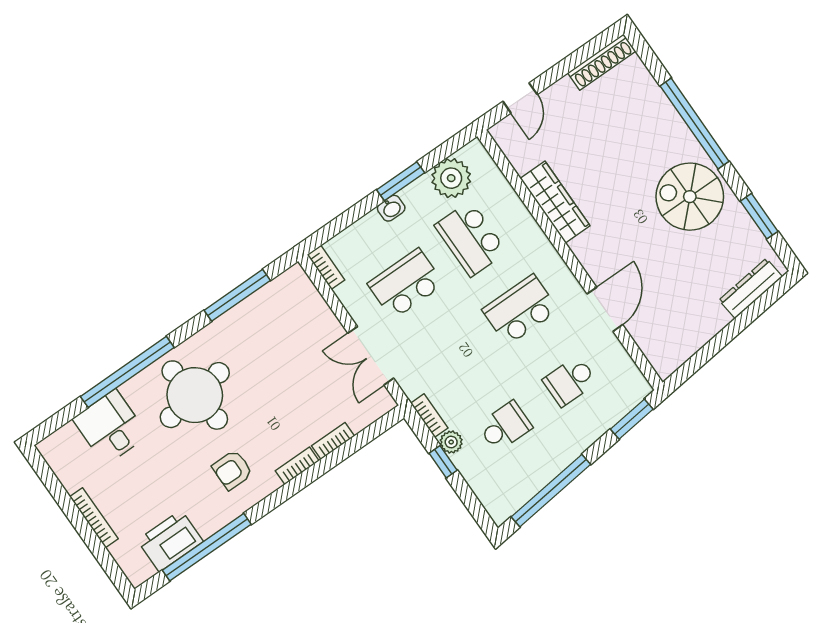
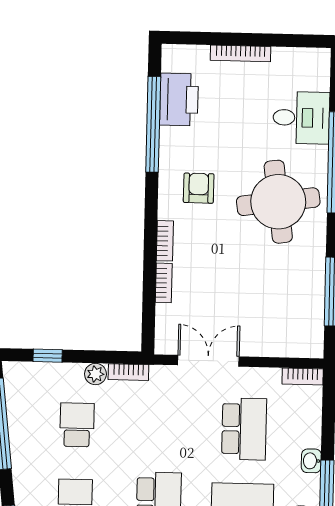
school desk: (505, 426) -> (77, 425), turned 180
window: (443, 462) -> (48, 356), moved

